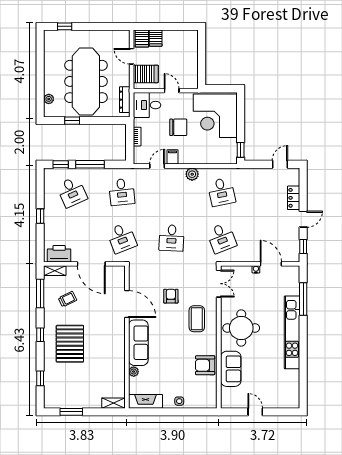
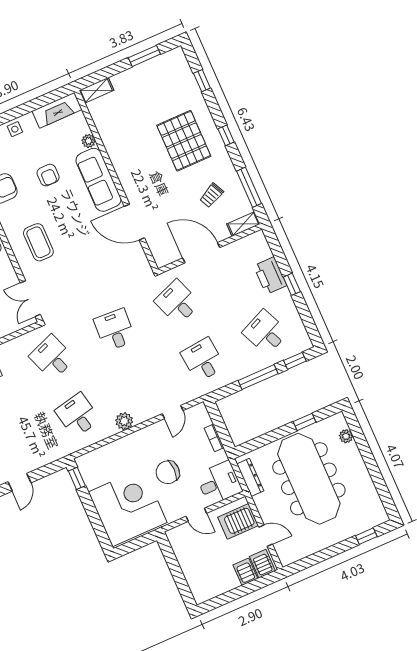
filing cabinet: (172, 157) -> (158, 432), removed
printer: (59, 254) -> (270, 276), moved, turned 90
armchair: (171, 296) -> (48, 175), moved

